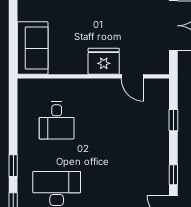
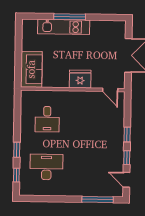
door: (132, 76) -> (110, 90), moved
window: (173, 120) -> (127, 135), moved

